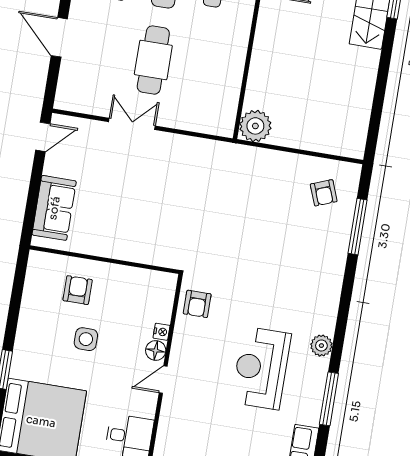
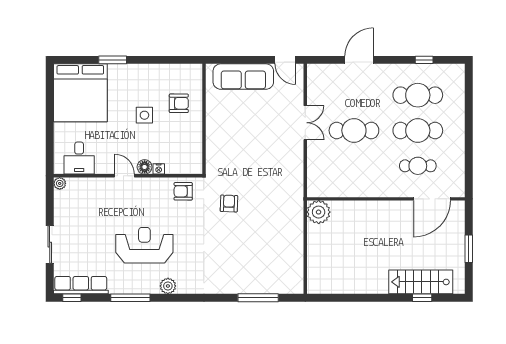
armchair: (324, 193) -> (229, 203), moved, turned 113
sofa: (54, 208) -> (243, 77), width x1.36

